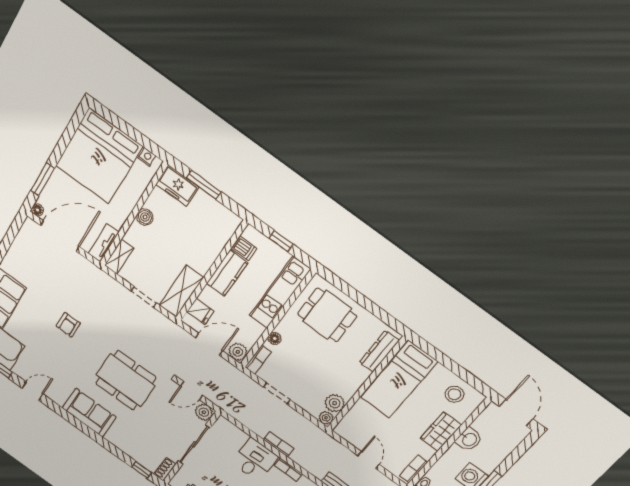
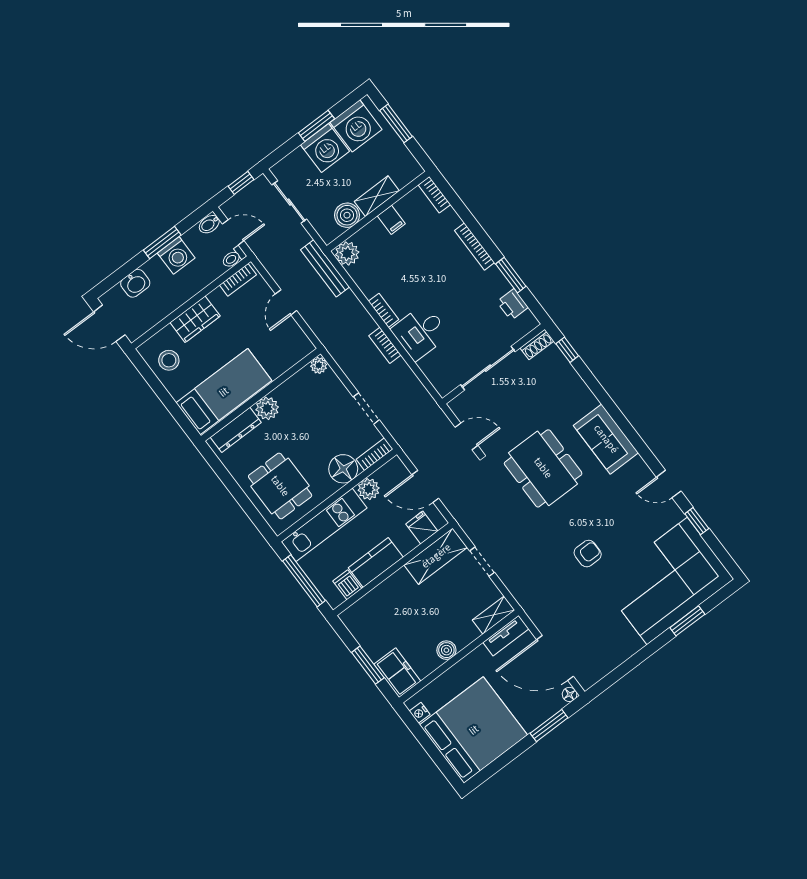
window: (281, 241) -> (304, 581), width x2.17
floor lamp: (275, 338) -> (343, 469), width x1.89, depth x1.89
plant: (238, 352) -> (369, 489), moved
plant: (335, 403) -> (267, 408), moved
plant: (204, 412) -> (461, 406), removed
door: (516, 413) -> (109, 323), hinge flipped
washbasin: (469, 439) -> (135, 283), moved, turned 180

